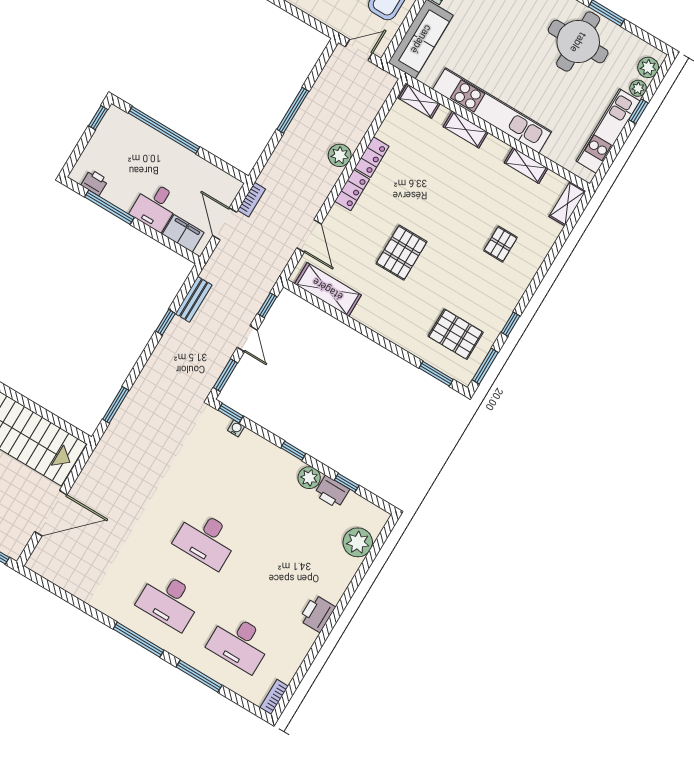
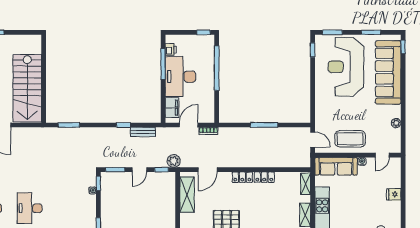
plant: (340, 155) -> (174, 161), moved
desk: (155, 206) -> (180, 77), width x1.87, depth x1.30

